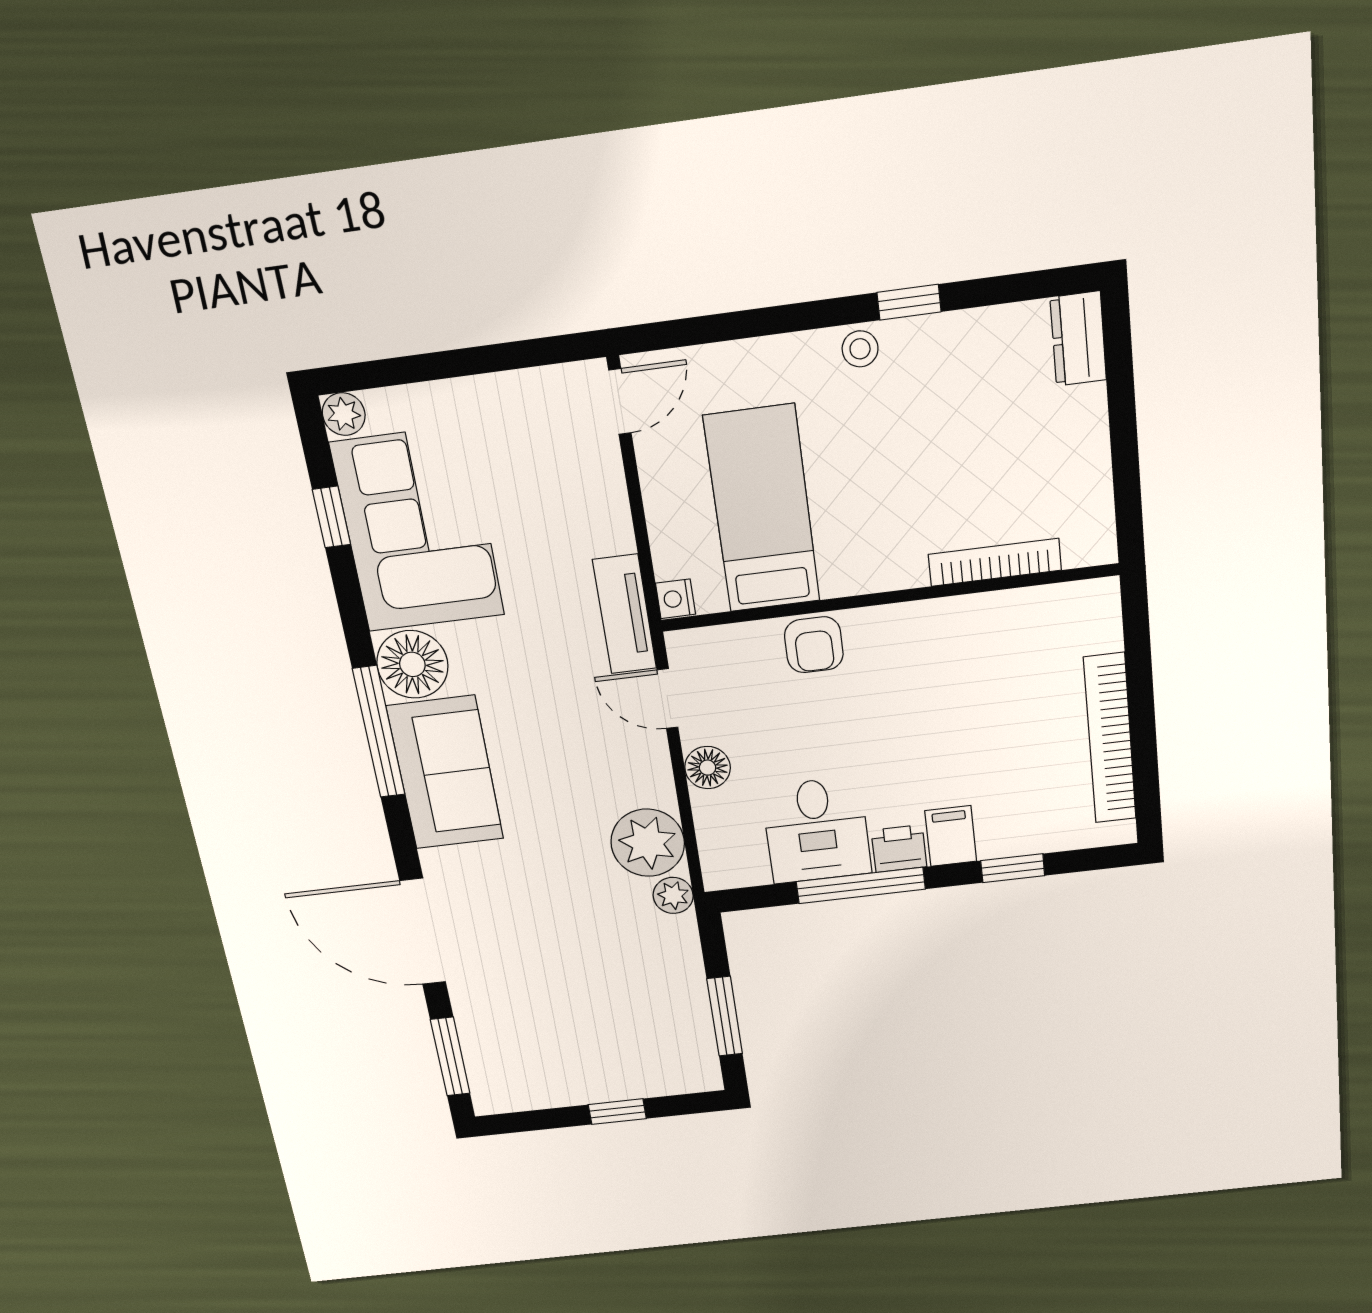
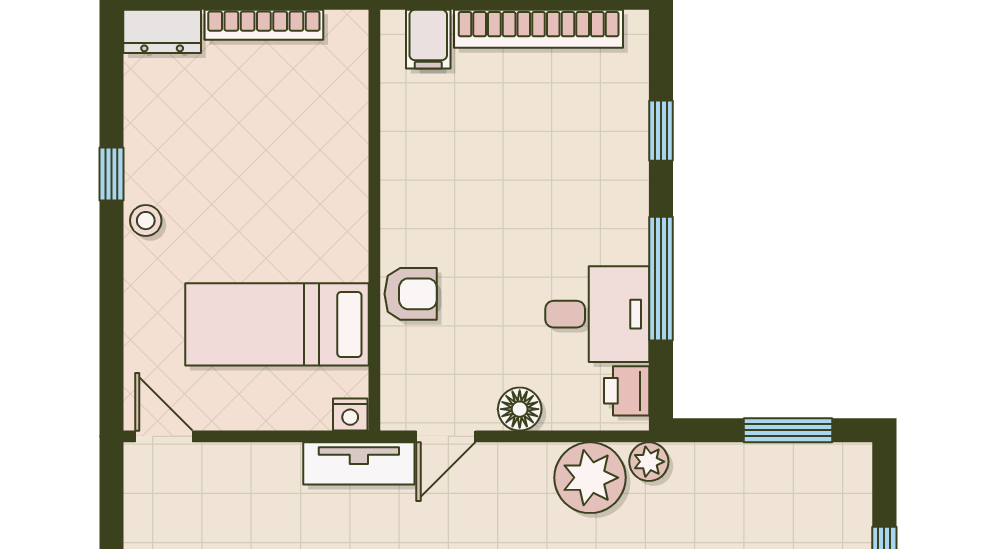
bookcase: (995, 562) -> (264, 25), moved, turned -90
filing cabinet: (951, 836) -> (428, 39), moved, turned -90
printer: (899, 849) -> (627, 391), moved

